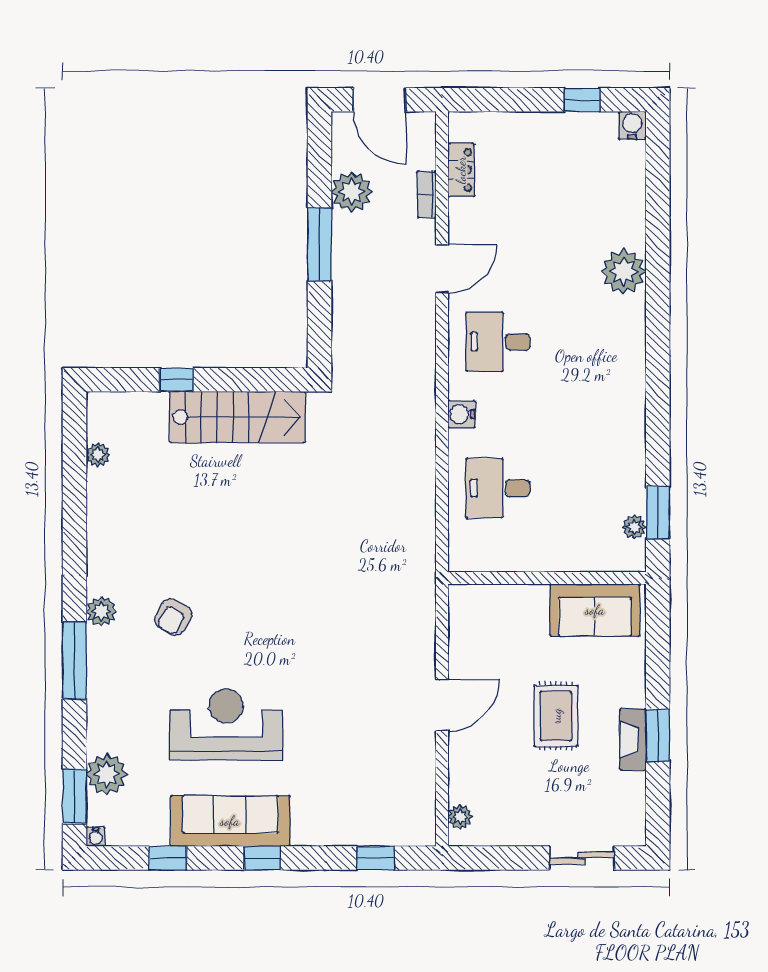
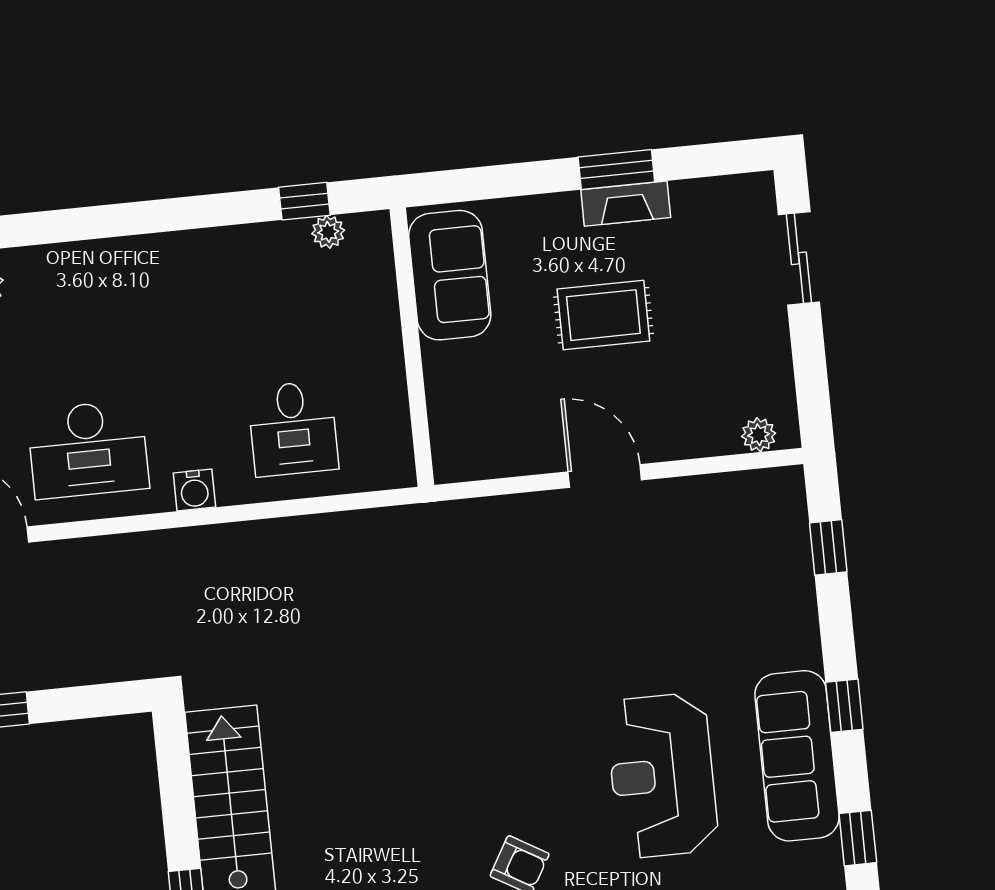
desk: (498, 342) -> (88, 449), width x1.37
window: (658, 513) -> (304, 201), width x0.67

